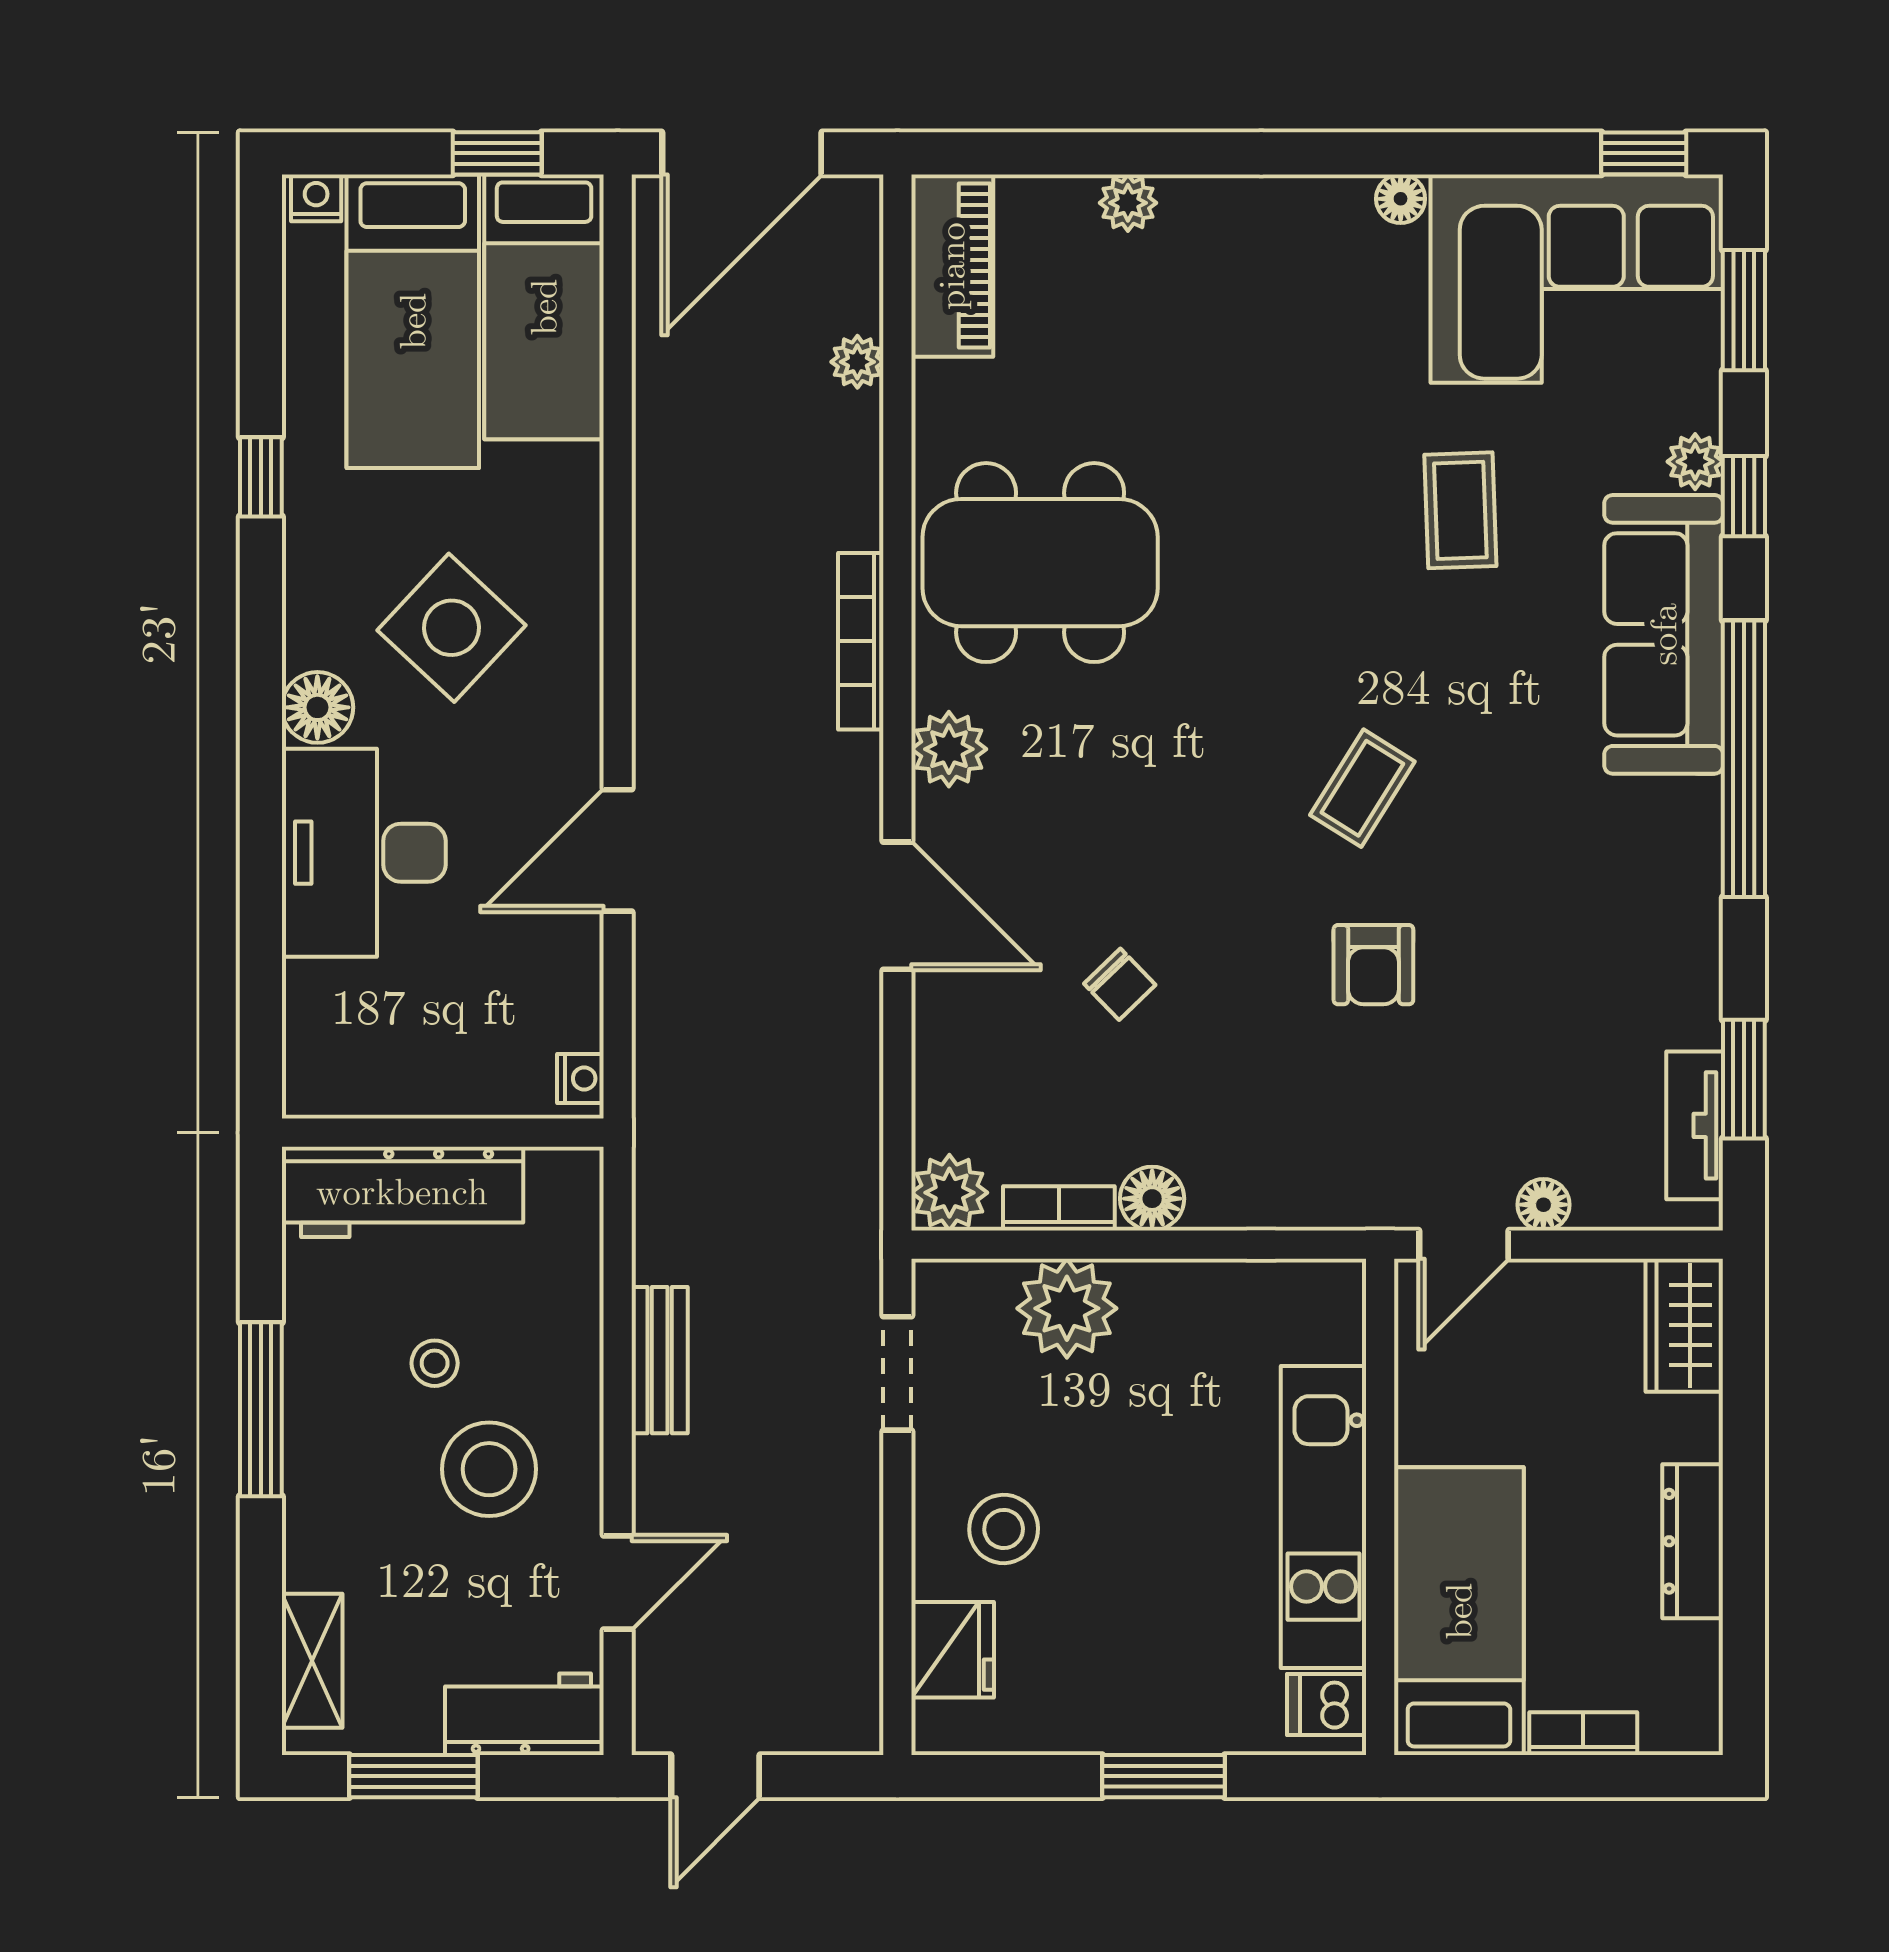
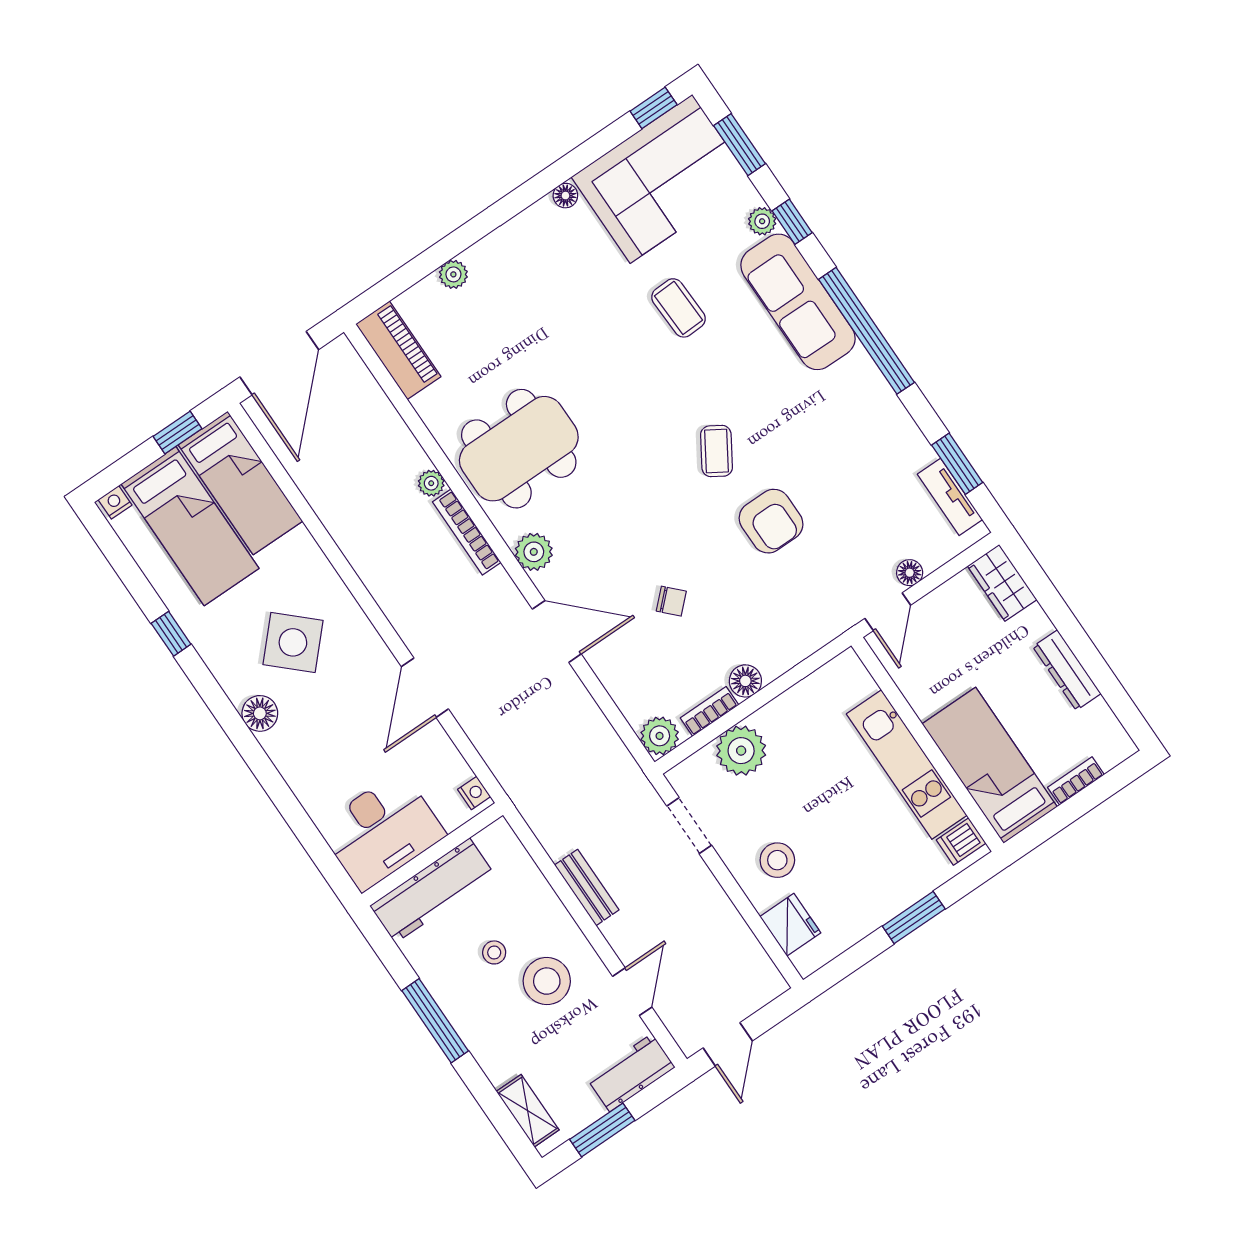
plant: (857, 362) -> (431, 483), moved
desk: (364, 853) -> (382, 831), moved, turned -90
armchair: (1373, 965) -> (771, 521), width x1.38, depth x1.38

